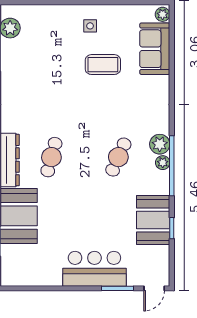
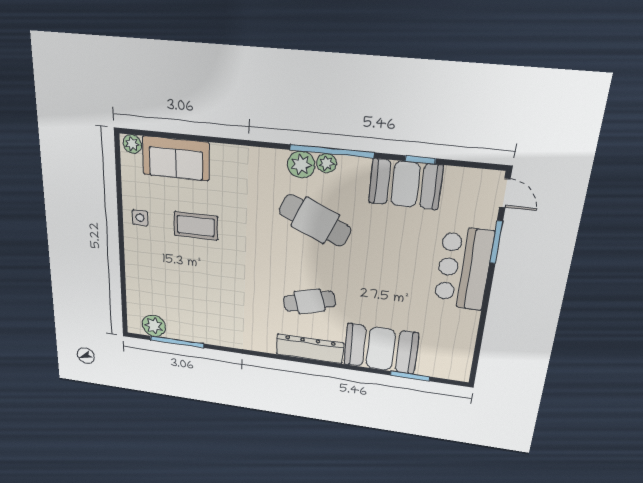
side table: (90, 26) -> (140, 218), moved
coffee table: (103, 65) -> (196, 226), turned 90
cafe table: (51, 157) -> (309, 301), turned -30
cafe table: (118, 157) -> (315, 220), width x1.37, depth x1.35

